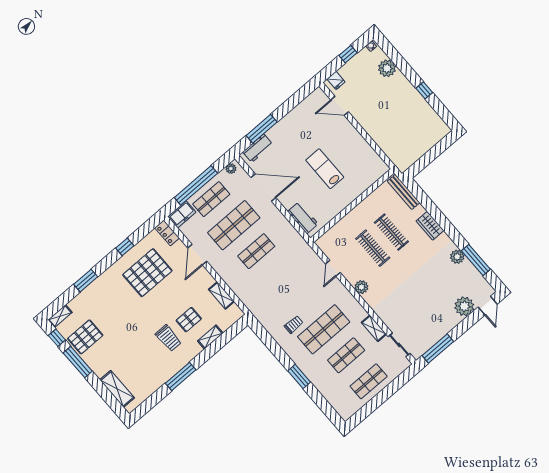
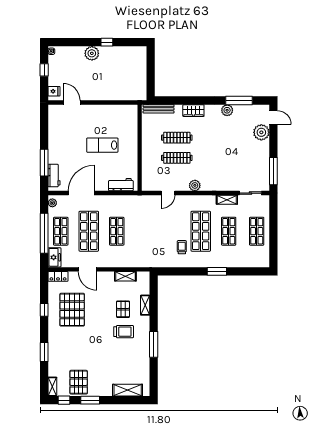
plant: (387, 68) -> (92, 53), moved
door: (340, 106) -> (72, 103), swing flipped
door: (333, 268) -> (168, 193), hinge flipped
window: (78, 362) -> (90, 400), width x0.69

